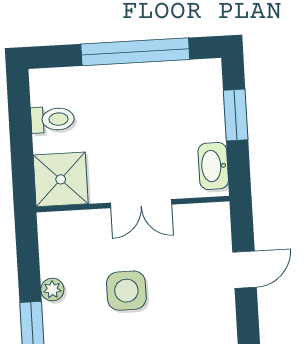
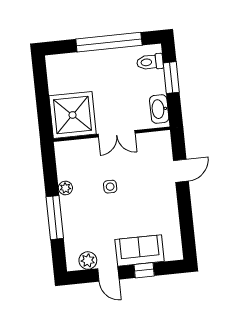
toilet: (52, 119) -> (150, 62), moved, turned 180
shower: (61, 179) -> (73, 115), width x1.37, depth x1.37
side table: (126, 291) -> (110, 187), width x0.54, depth x0.54

